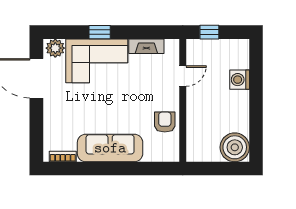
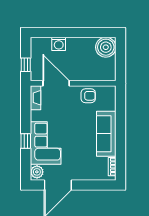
fireplace: (146, 46) -> (36, 98), moved
door: (183, 76) -> (56, 83), width x1.87
armchair: (165, 122) -> (88, 96), turned 180

